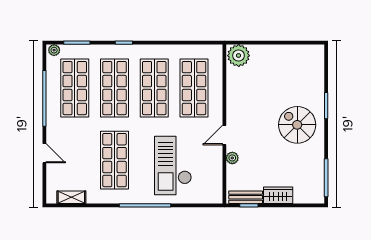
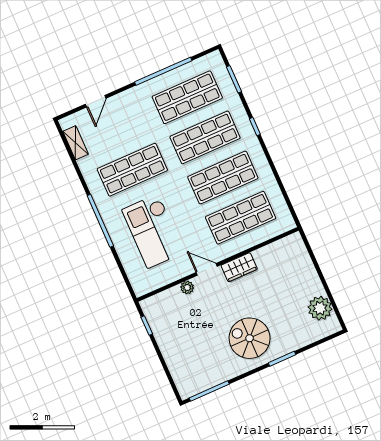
plant: (54, 50) -> (216, 60), removed
plant: (239, 56) -> (320, 308), moved
spiral stairs: (297, 125) -> (250, 338), turned -90
door: (44, 153) -> (96, 101), moved
checkout: (173, 166) -> (153, 231), turned -90
wardrobe: (278, 195) -> (239, 267), moved, turned 90
bench: (246, 197) -> (153, 319), removed

